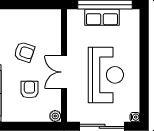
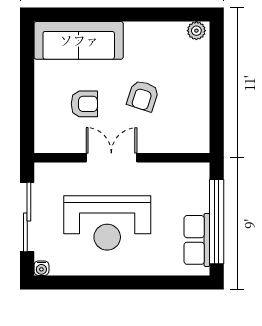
row of seats: (102, 17) -> (197, 240), moved
plant: (55, 116) -> (43, 144), removed

